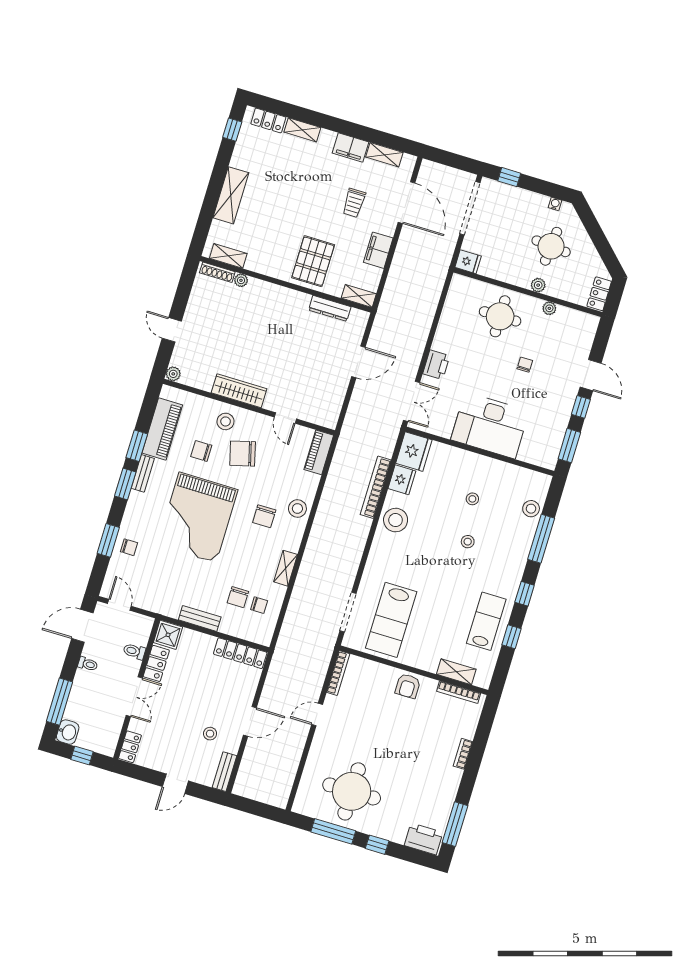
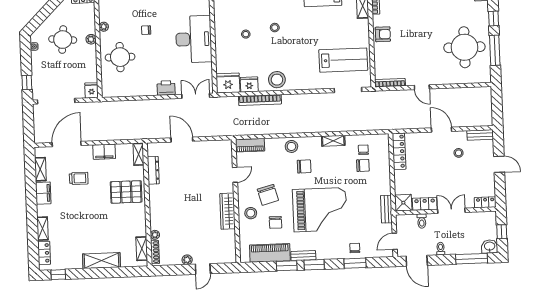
plant: (173, 374) -> (187, 260), moved
bench: (200, 618) -> (386, 209), moved

